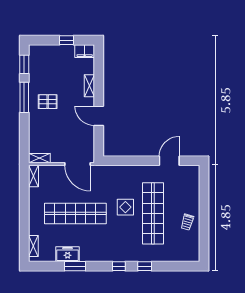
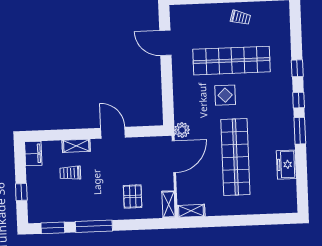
window: (67, 40) -> (21, 192), moved
trolley: (68, 80) -> (70, 173), added
pallet: (48, 102) -> (133, 196), moved
door: (99, 116) -> (113, 133), swing flipped
plant: (99, 171) -> (182, 130), added
shelving: (33, 246) -> (278, 207), removed
window: (75, 266) -> (300, 131), moved

